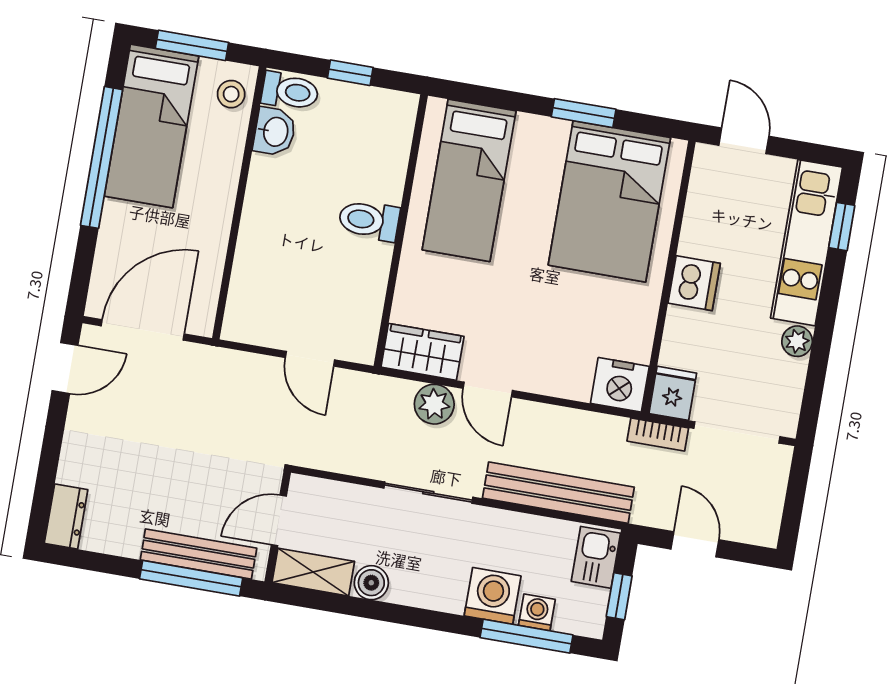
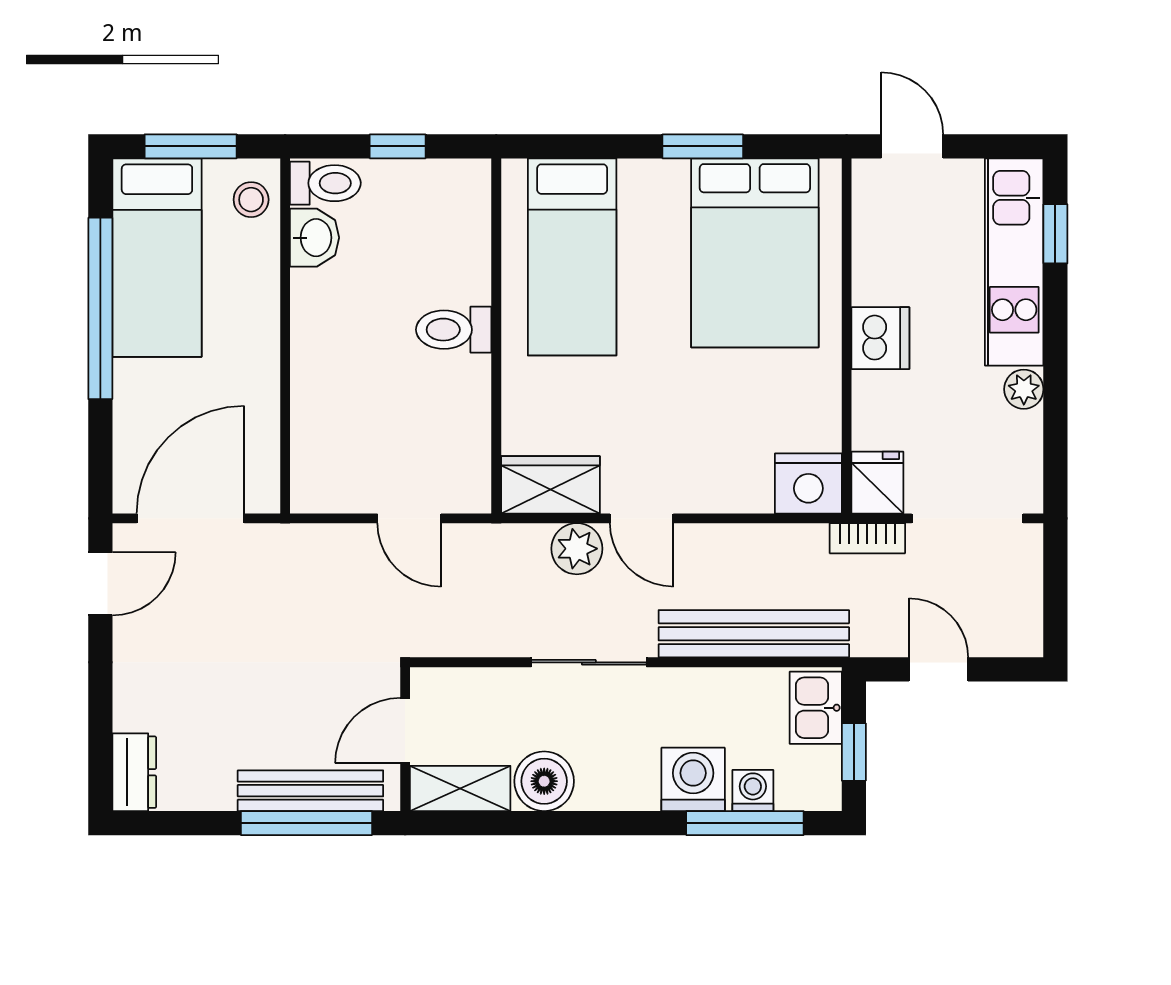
boiler: (371, 583) -> (544, 781), width x1.36, depth x1.36

